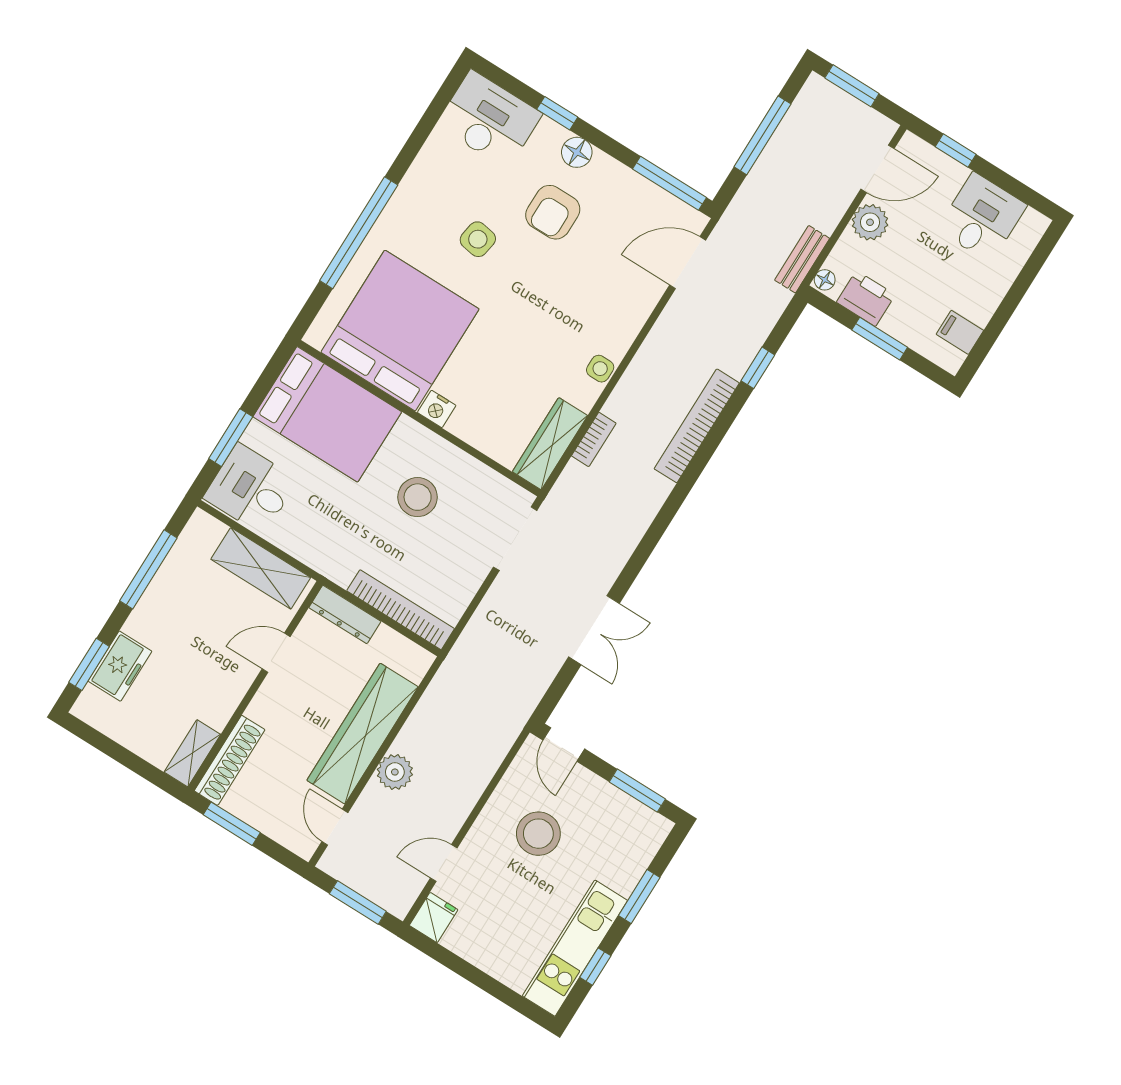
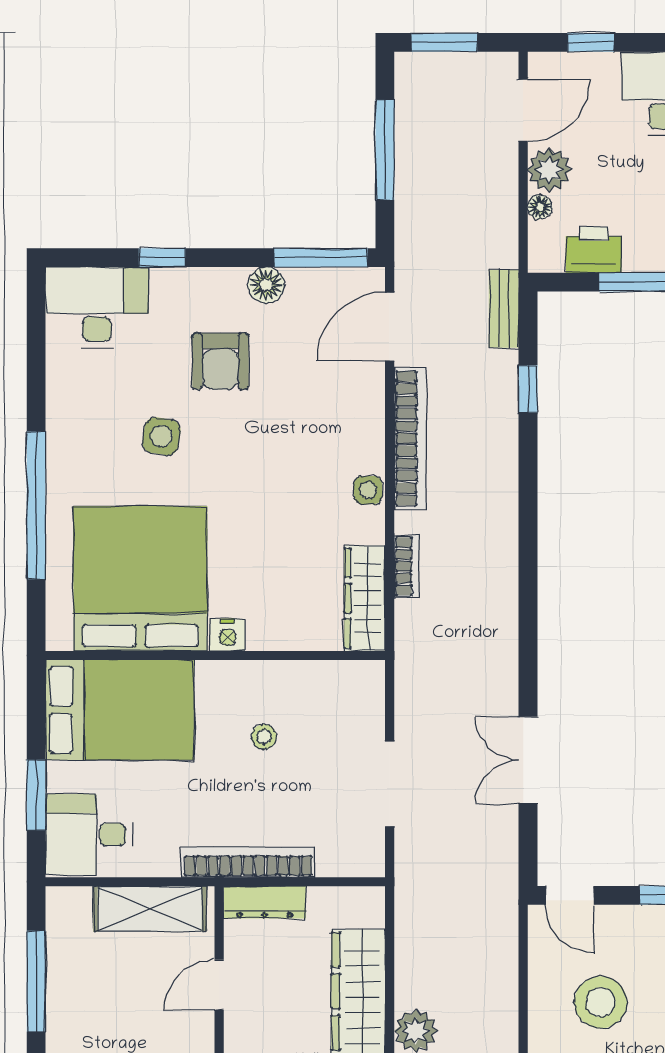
floor lamp: (577, 152) -> (266, 285), moved
bench: (802, 259) -> (504, 309), moved
floor lamp: (825, 280) -> (540, 207), moved
bookcase: (697, 426) -> (410, 438), moved, turned 180
stool: (418, 497) -> (264, 737), width x0.53, depth x0.53
doorway: (515, 539) -> (390, 784), moved
bookcase: (401, 610) -> (248, 862), moved
double door: (594, 630) -> (528, 760), swing flipped

